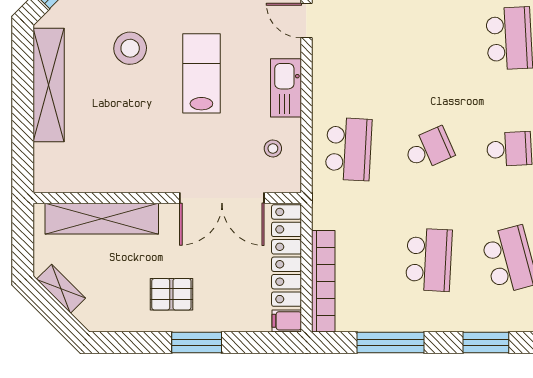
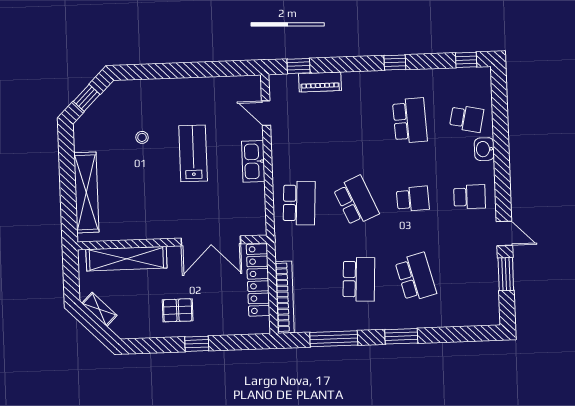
stool: (130, 48) -> (142, 137), width x0.53, depth x0.53
shelving: (49, 85) -> (86, 192), moved
stool: (273, 148) -> (246, 205), removed
school desk: (429, 149) -> (356, 201), width x1.85
filing cabinet: (287, 321) -> (260, 326), removed
window: (197, 343) -> (197, 344), width x0.67

